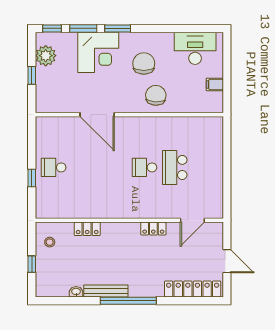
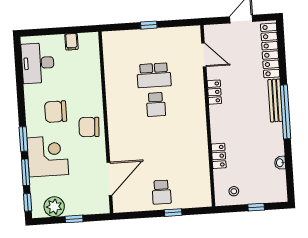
chair: (156, 95) -> (89, 127), moved
door: (97, 115) -> (109, 179), moved
window: (227, 165) -> (149, 25), added
bench: (106, 291) -> (275, 100), moved

